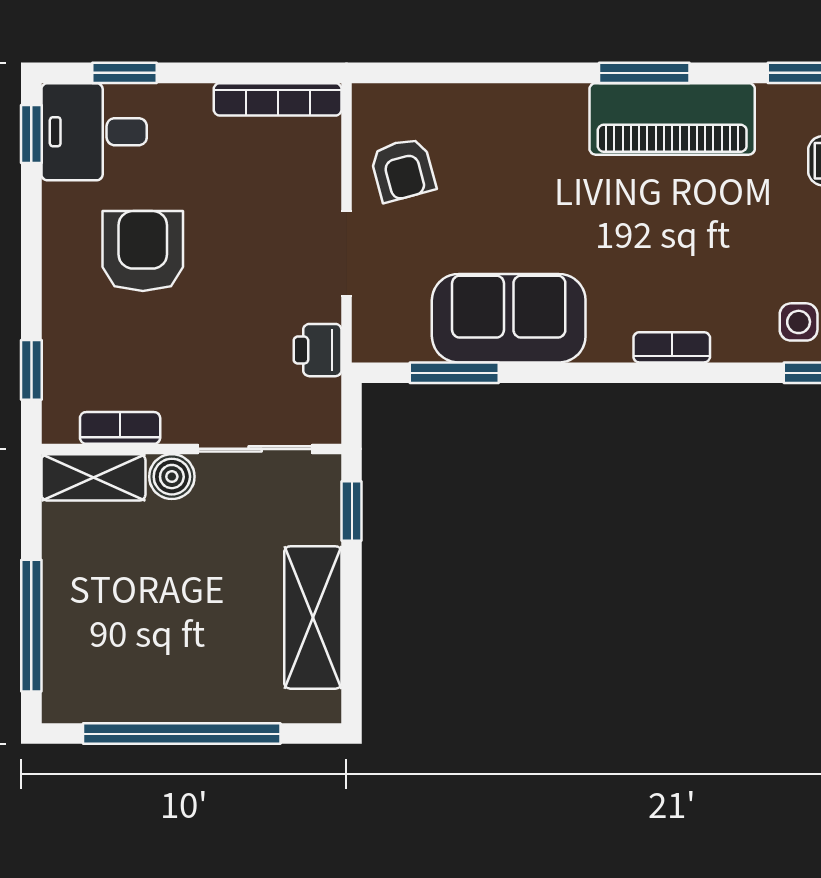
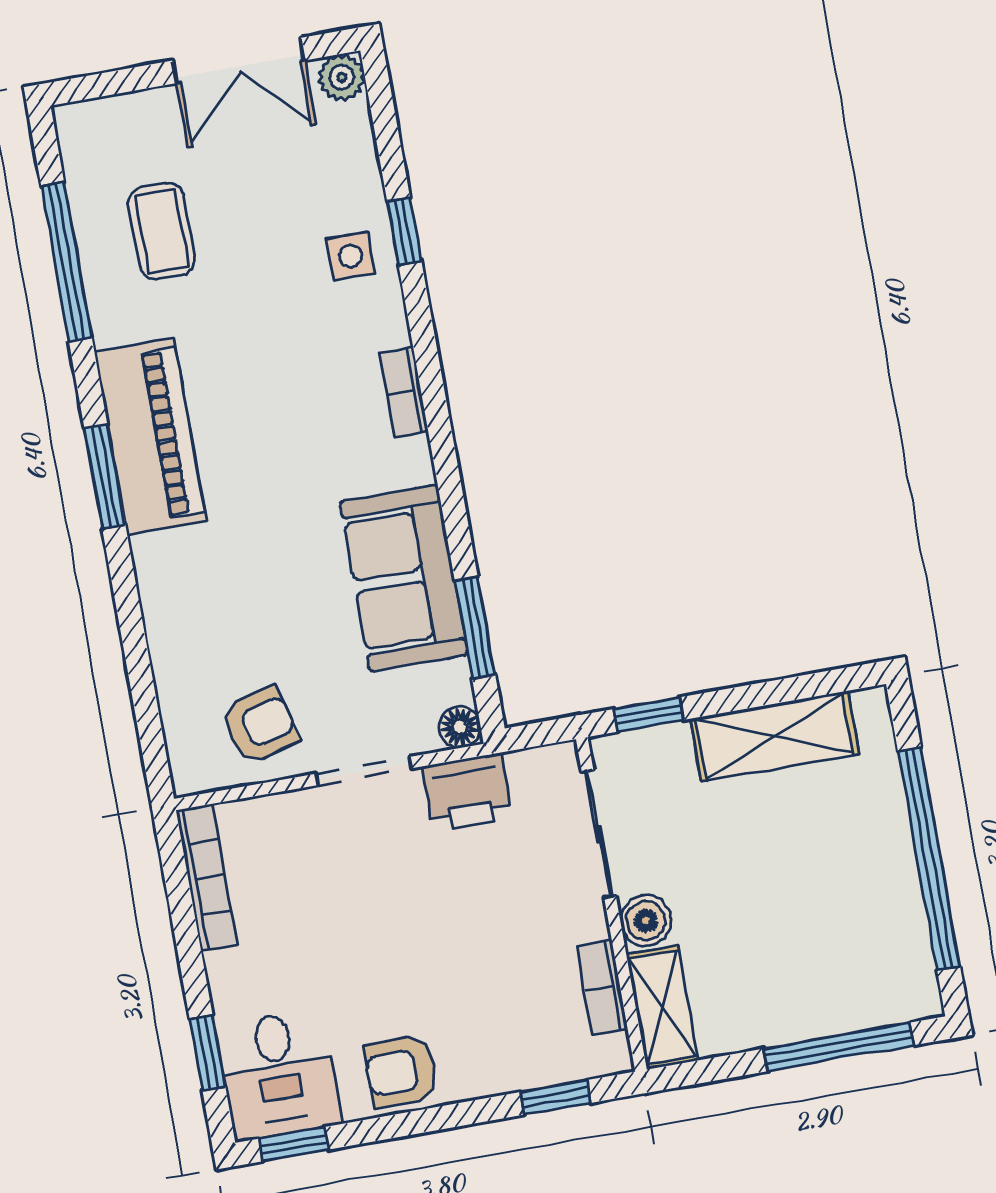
armchair: (143, 251) -> (401, 1071), moved, width x0.72, depth x0.72
floor lamp: (370, 344) -> (460, 727), added
printer: (318, 350) -> (467, 792), width x1.36, depth x1.24

